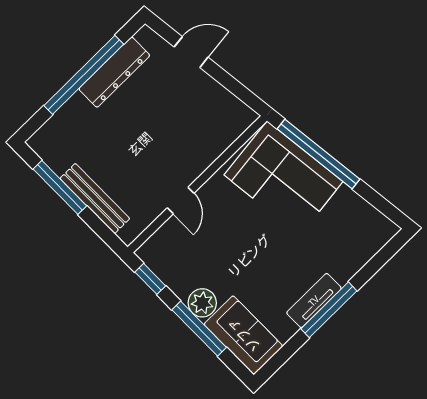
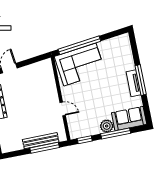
window: (60, 187) -> (45, 148), moved

